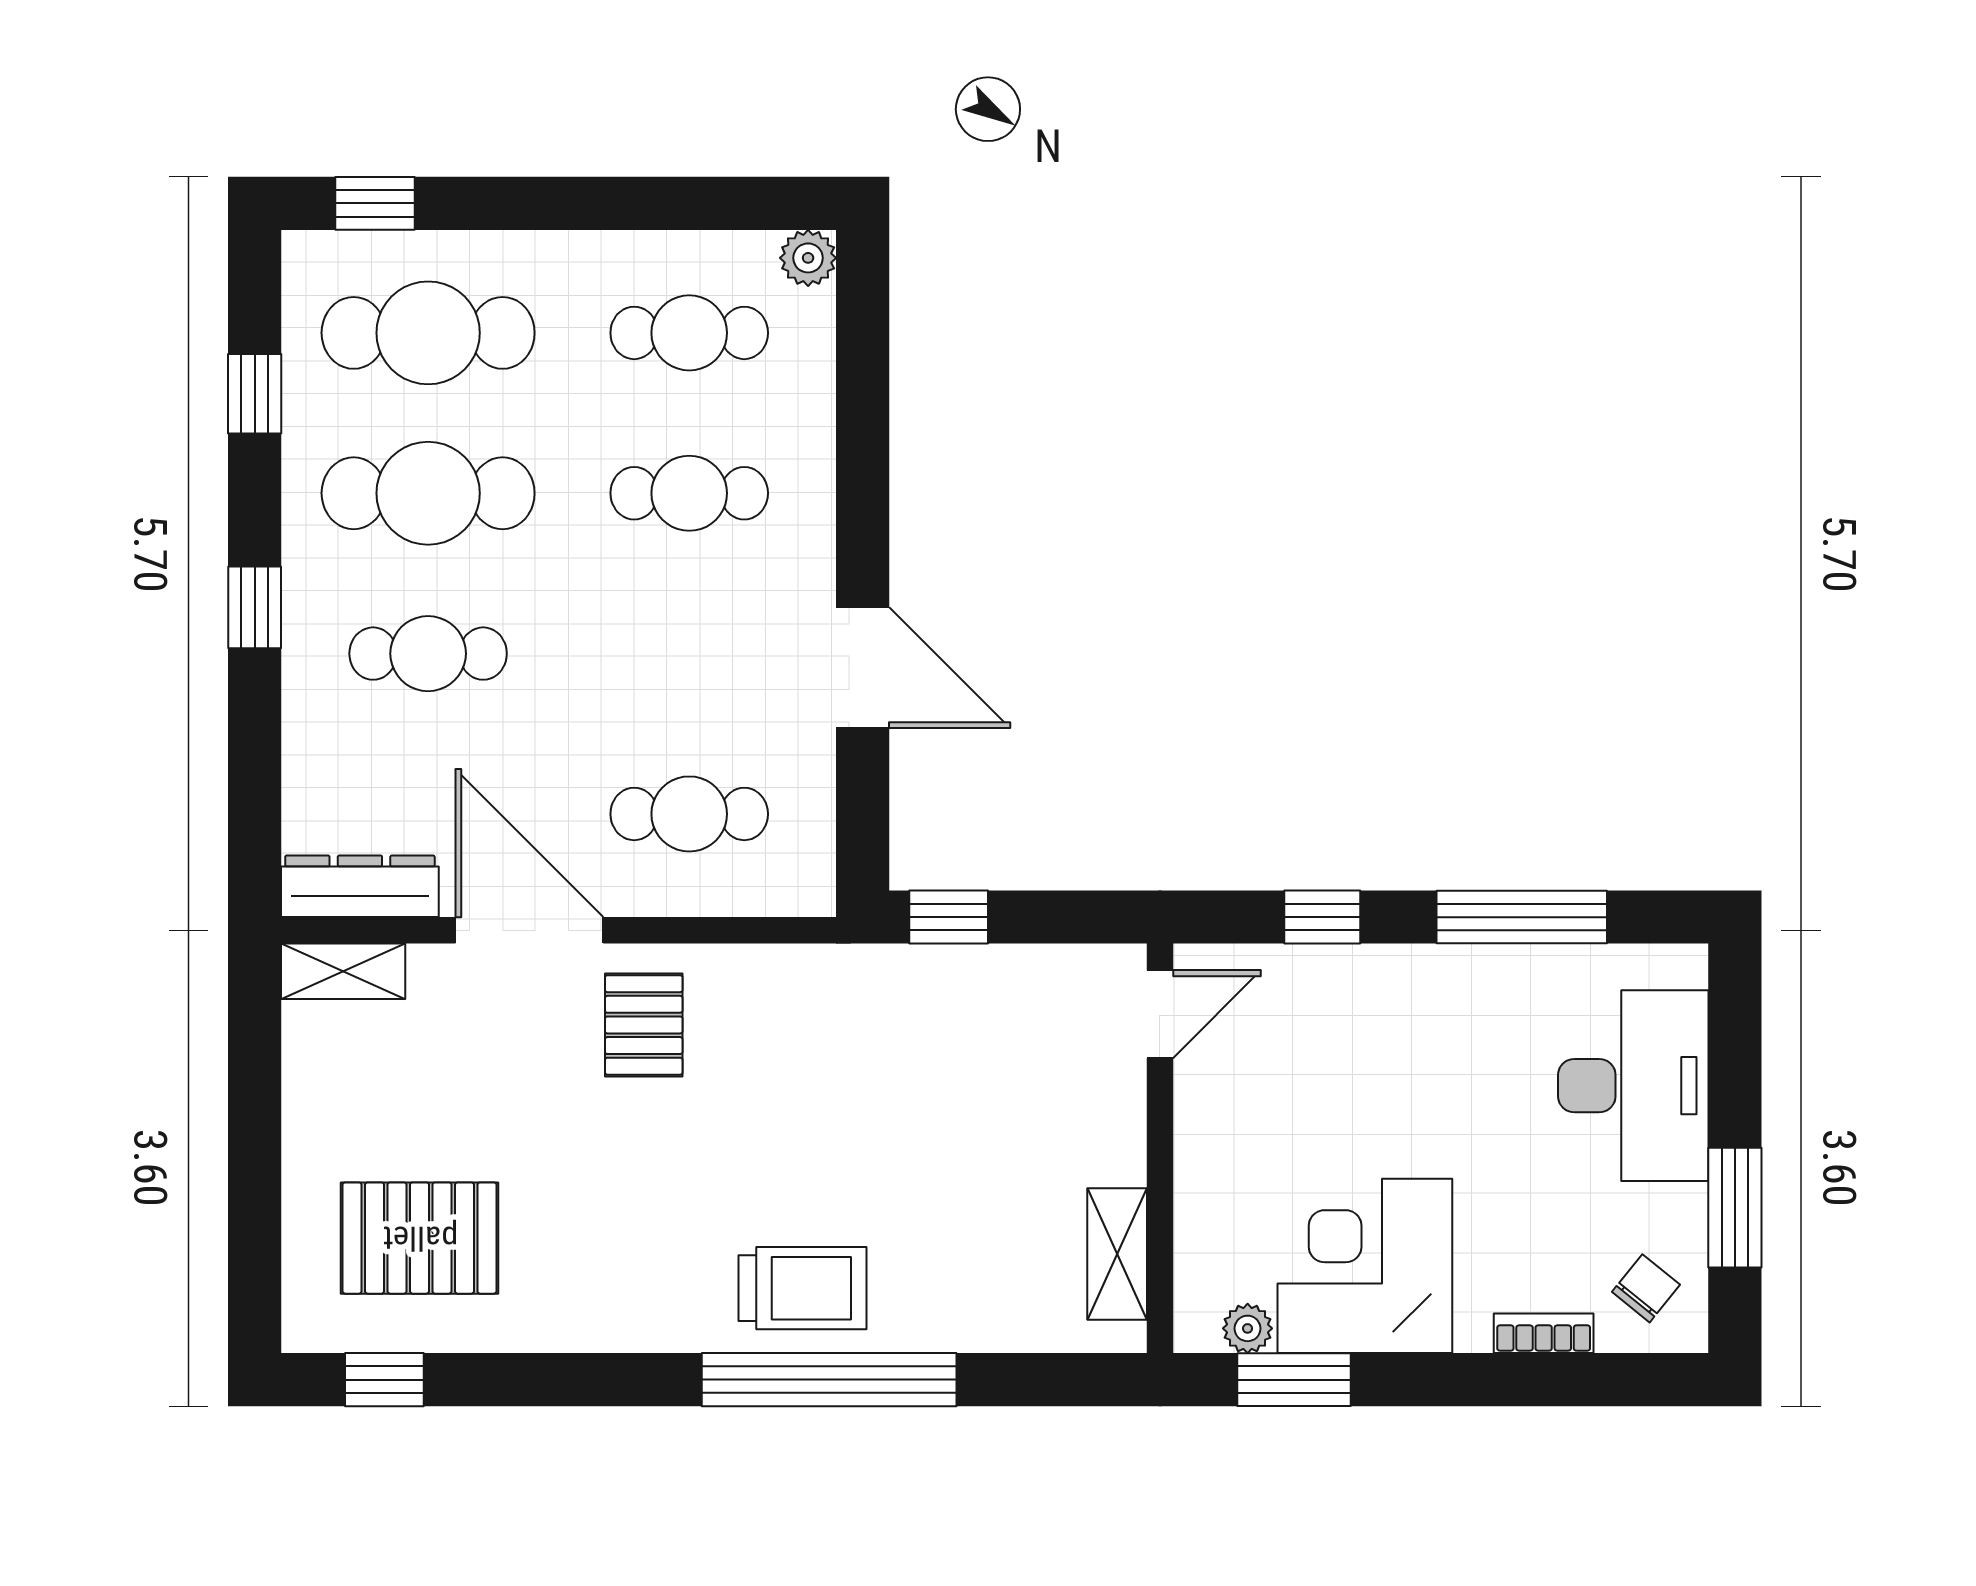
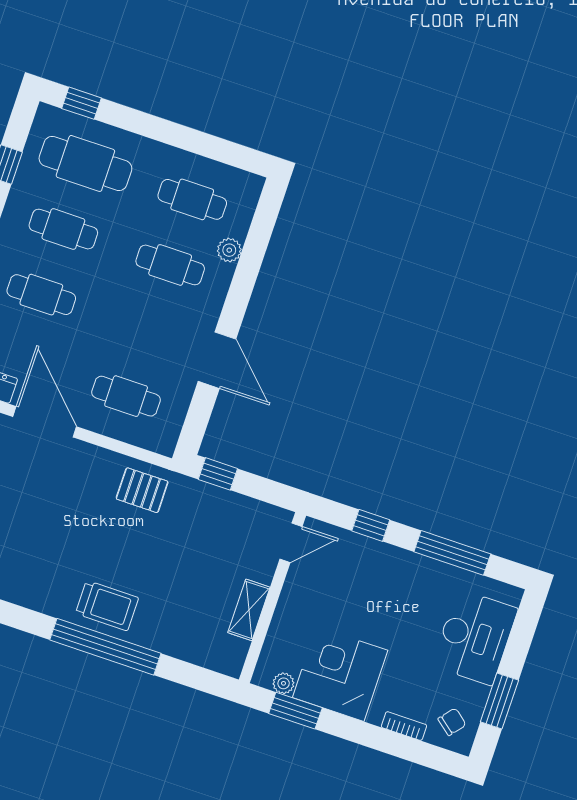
plant: (808, 258) -> (229, 250), moved
cafe table: (428, 493) -> (63, 229), width x0.73, depth x0.74
pallet: (644, 1025) -> (142, 490), moved, turned 90
shelving: (1117, 1254) -> (249, 610), moved

